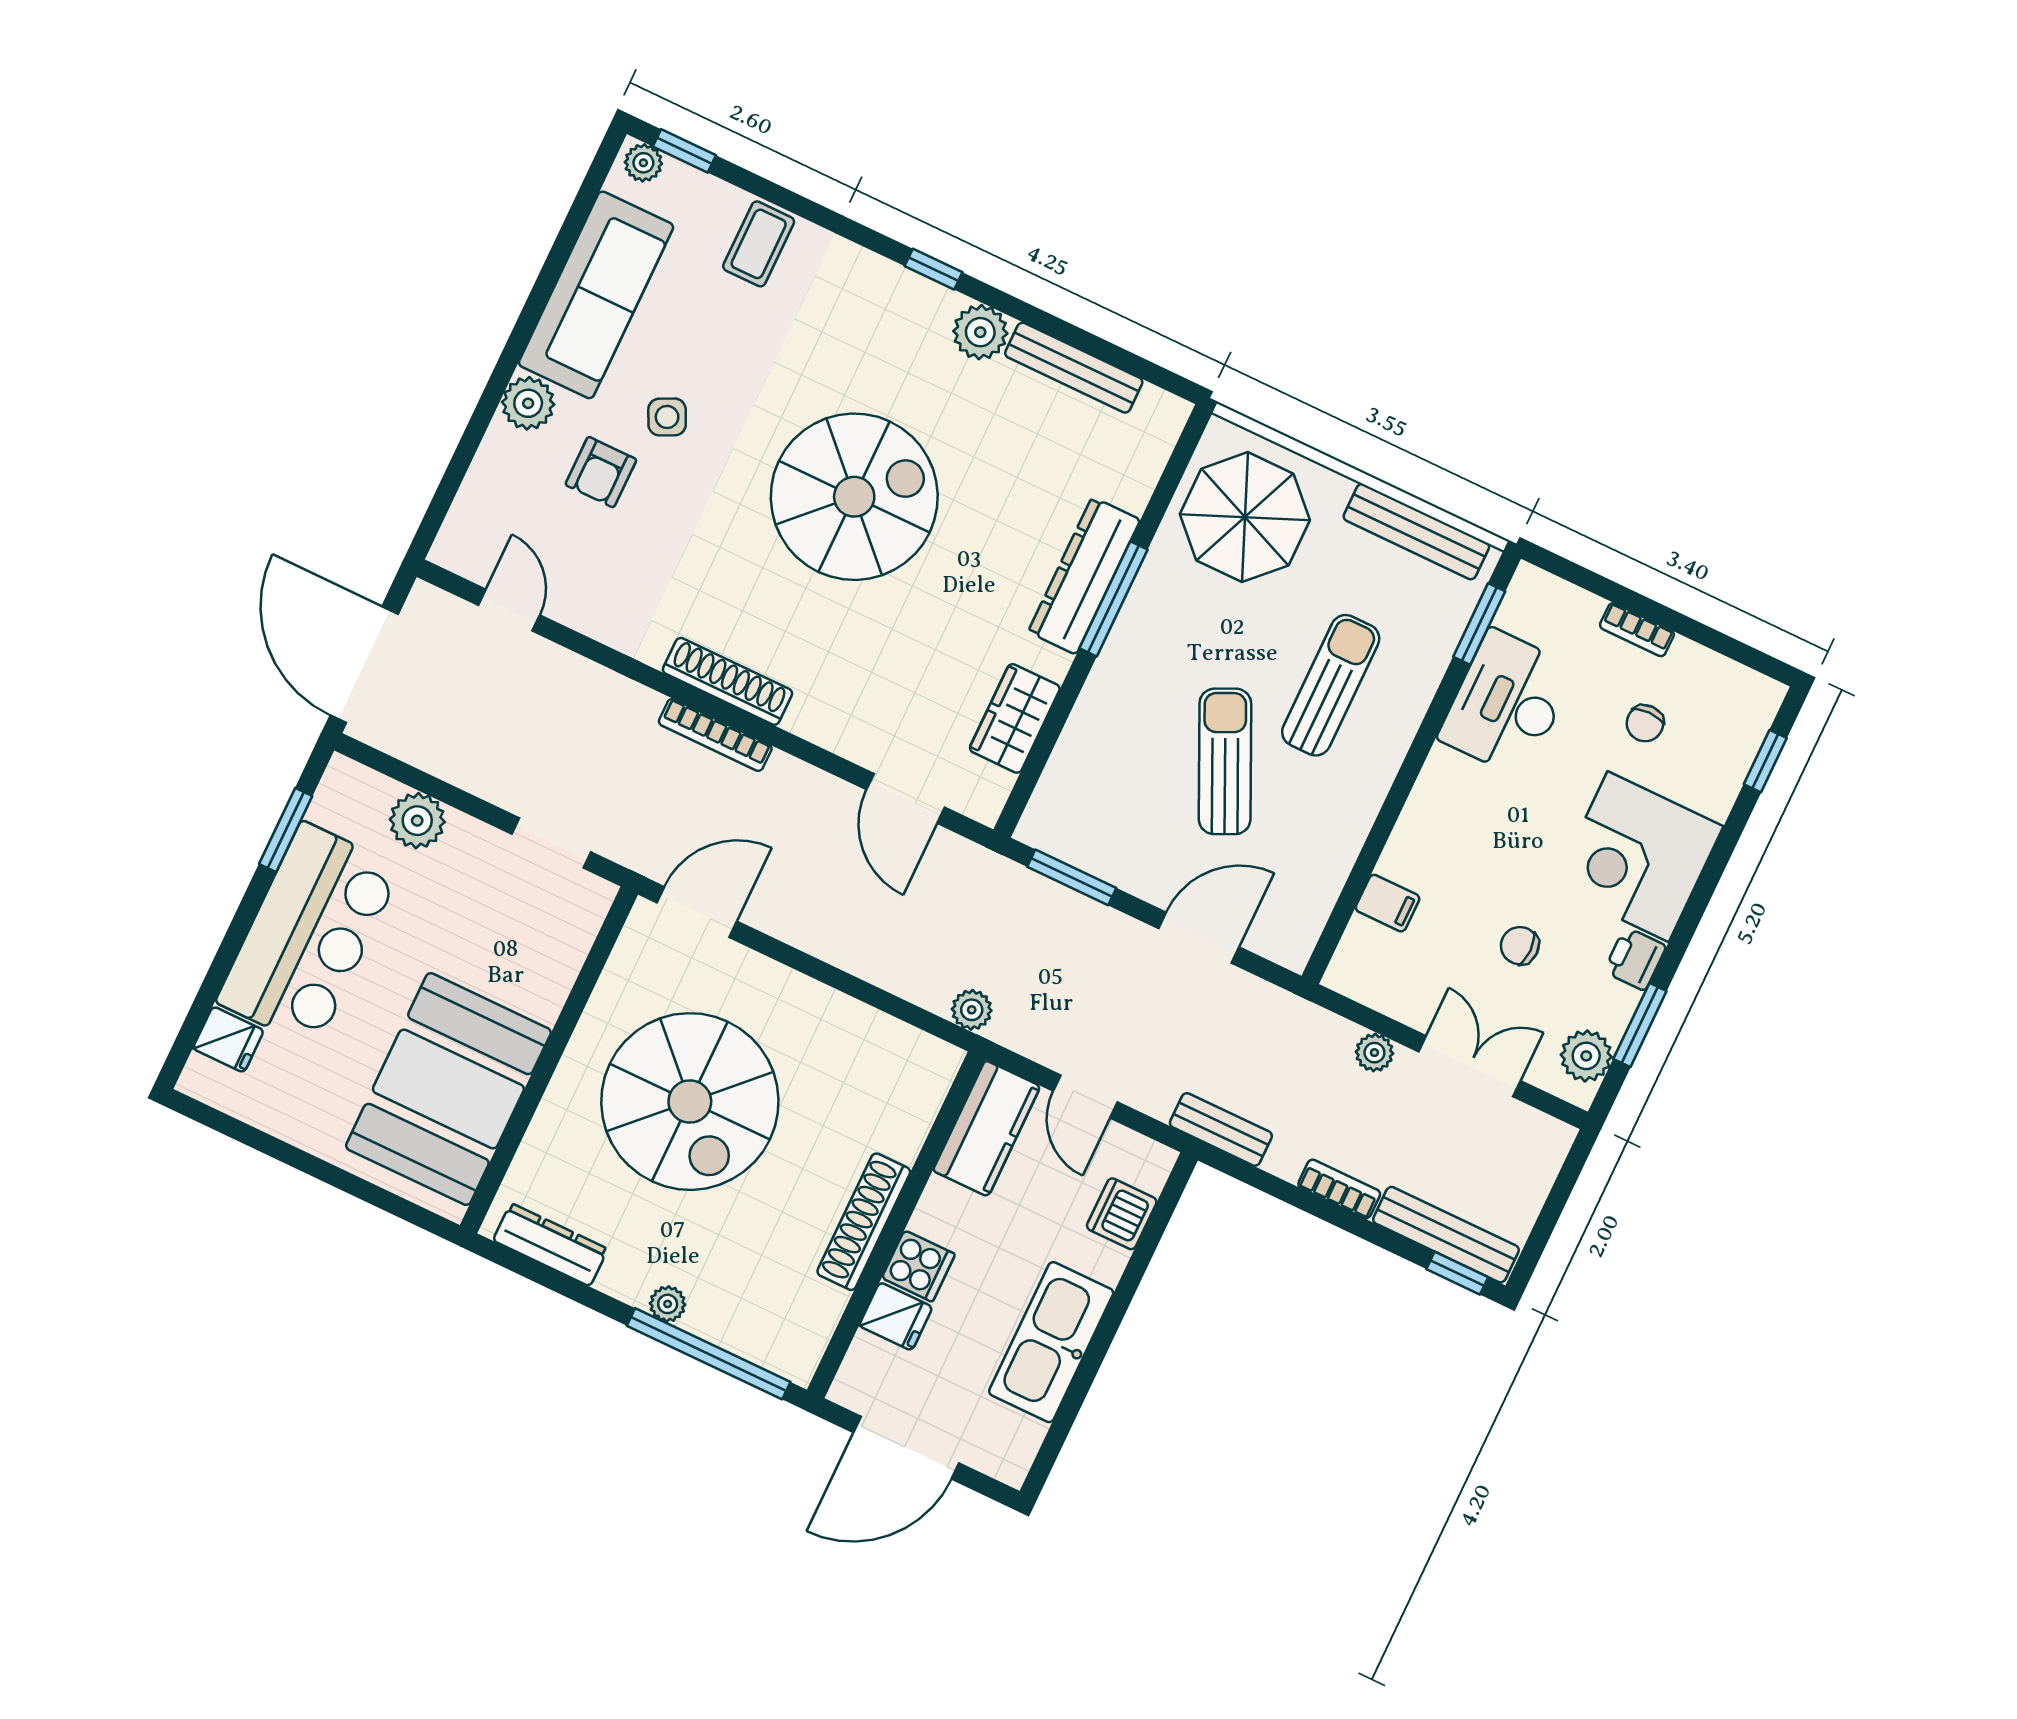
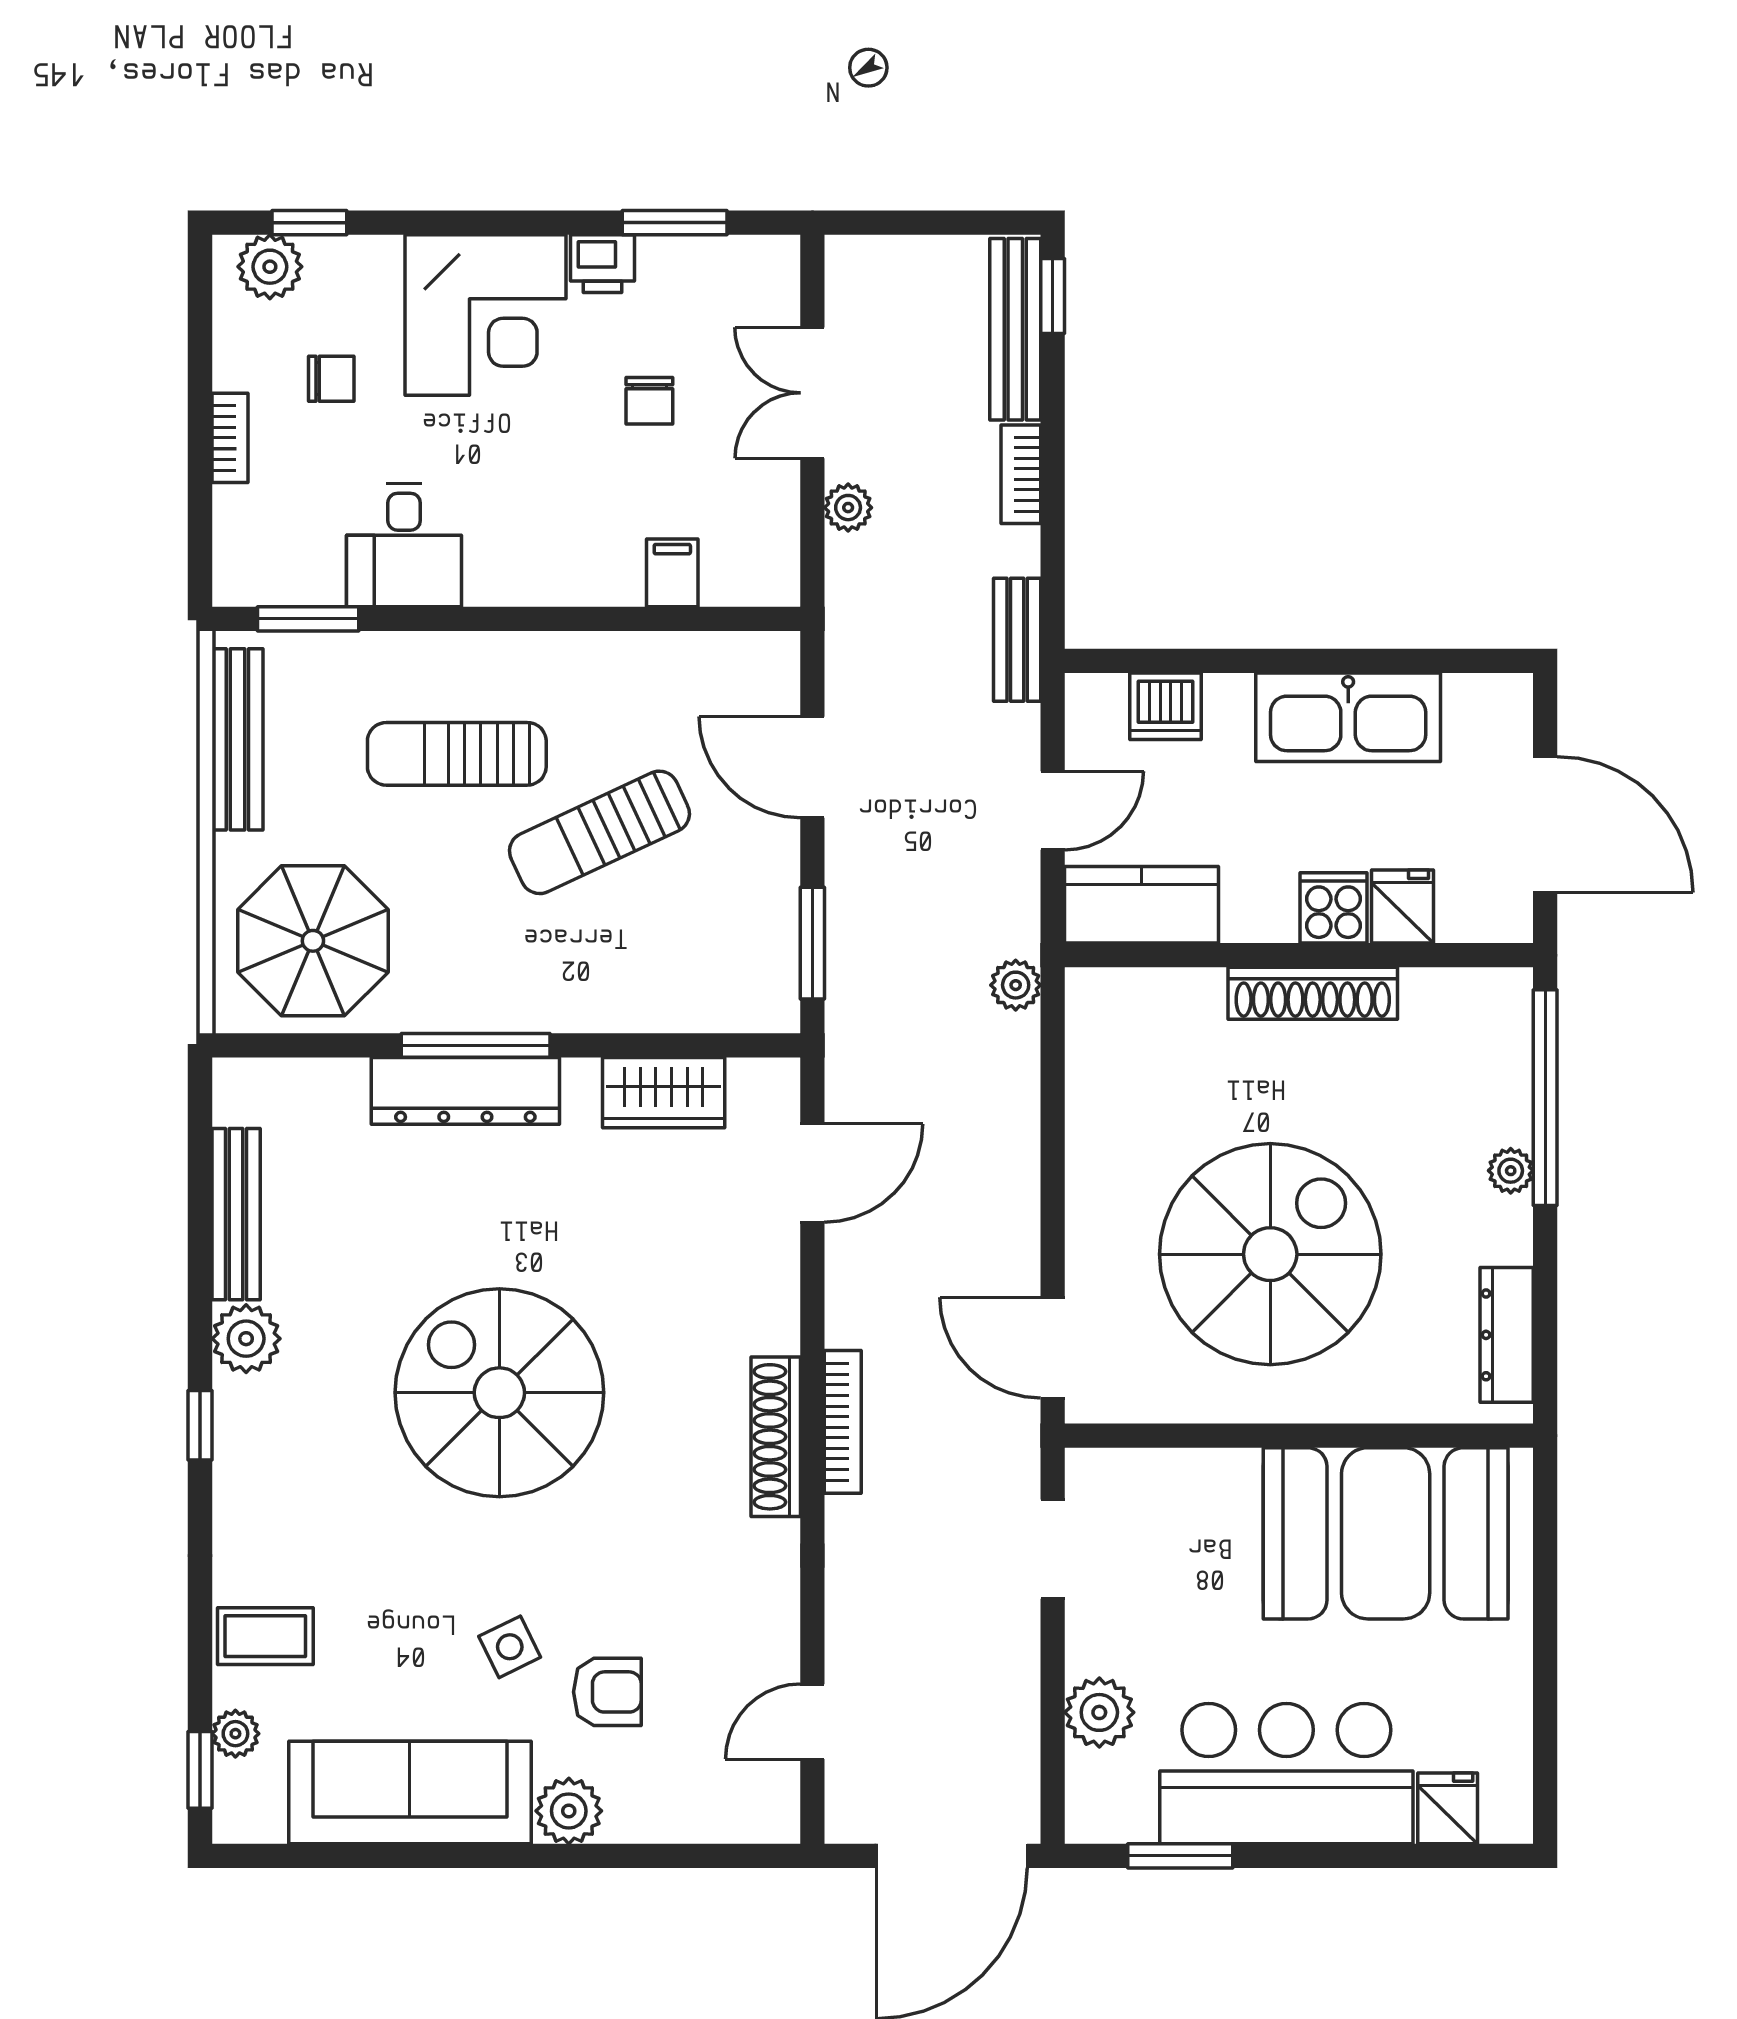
plant: (643, 163) -> (235, 1734), moved
desk: (1507, 703) -> (404, 545), width x0.73
plant: (1586, 1056) -> (270, 267), moved

